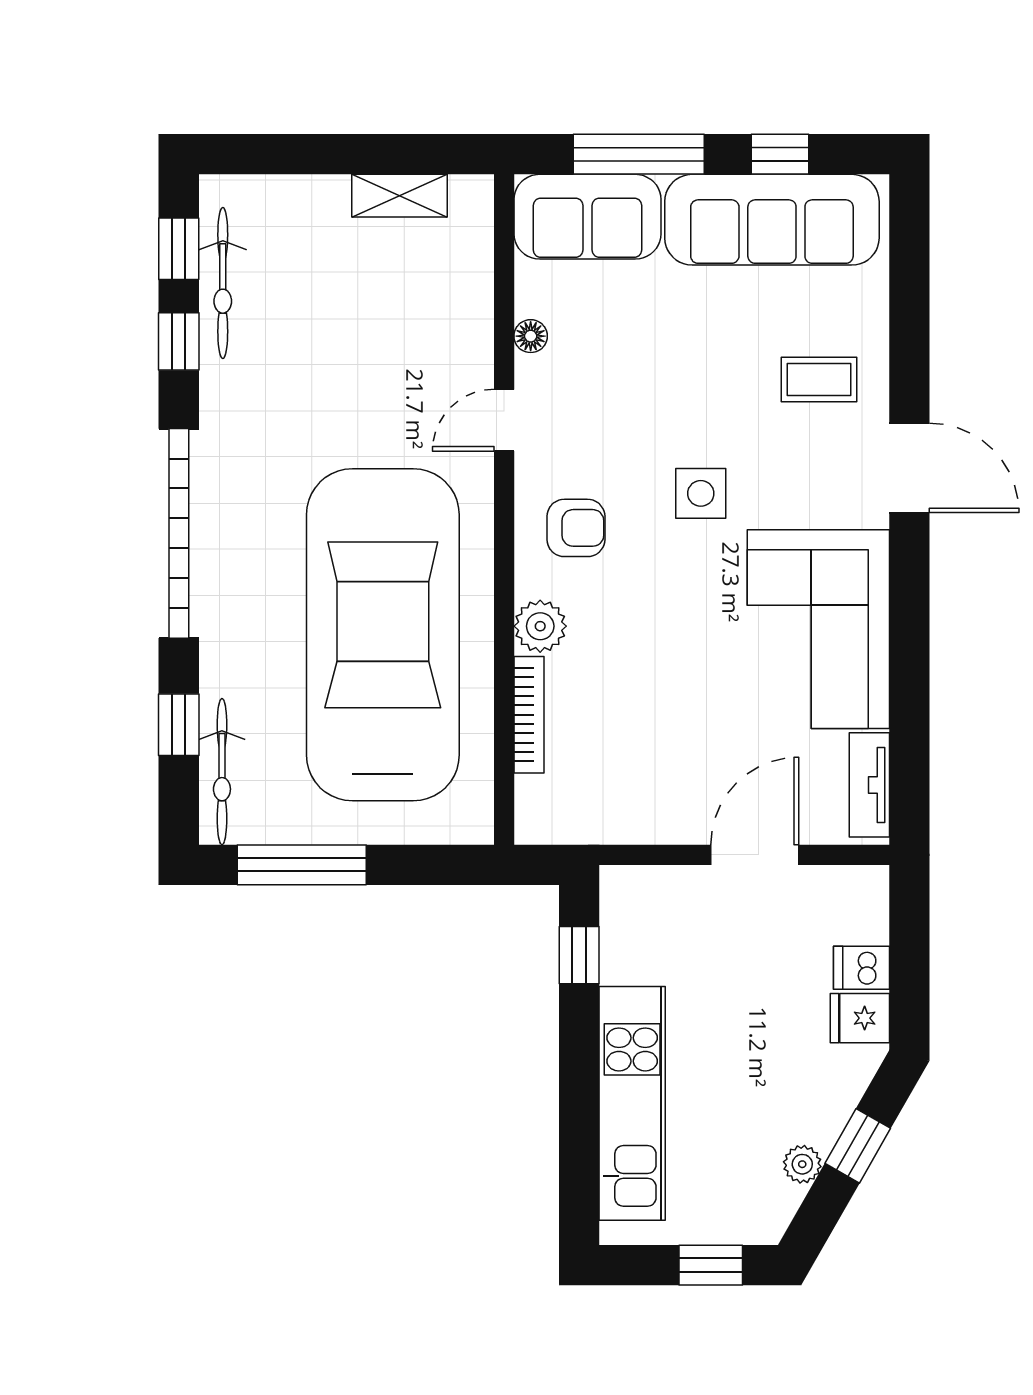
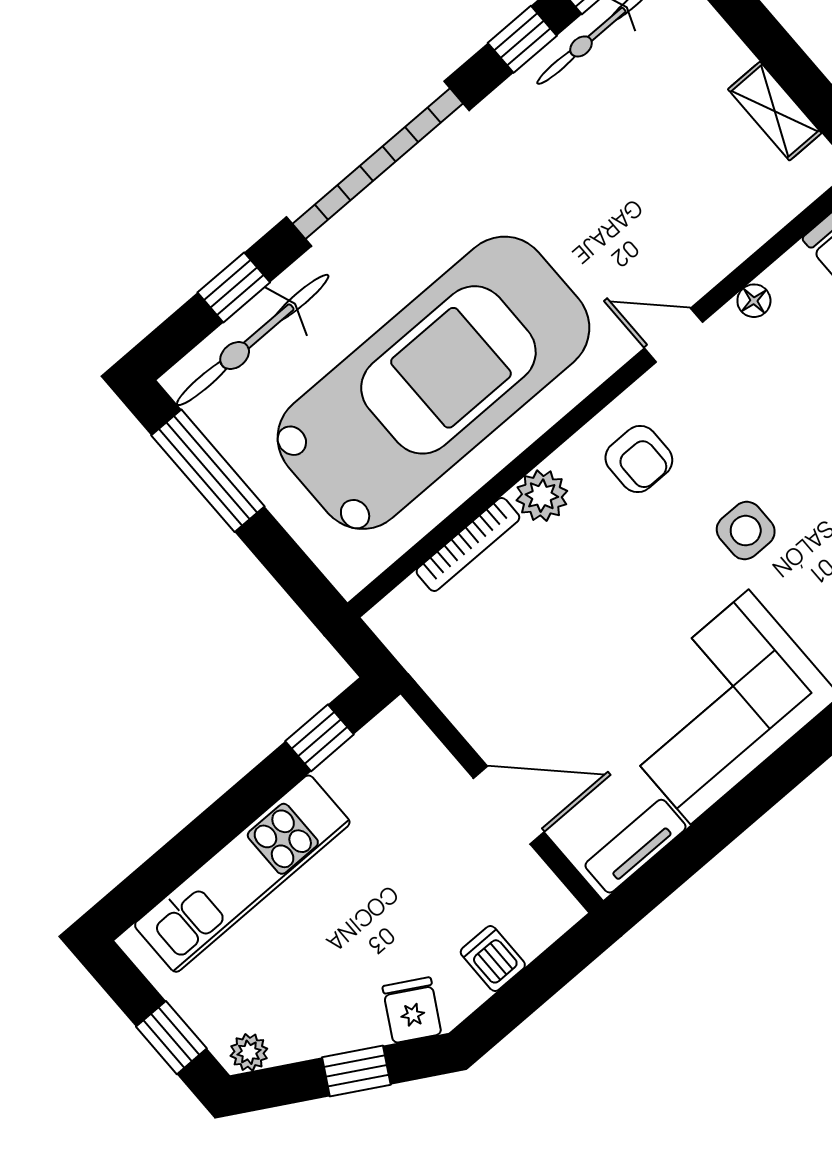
bicycle: (222, 772) -> (253, 340), width x1.37, depth x1.40
fridge: (860, 1018) -> (412, 1010), moved, turned 30
plant: (802, 1164) -> (249, 1052), moved

